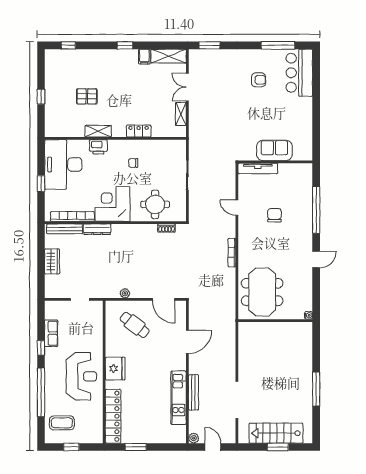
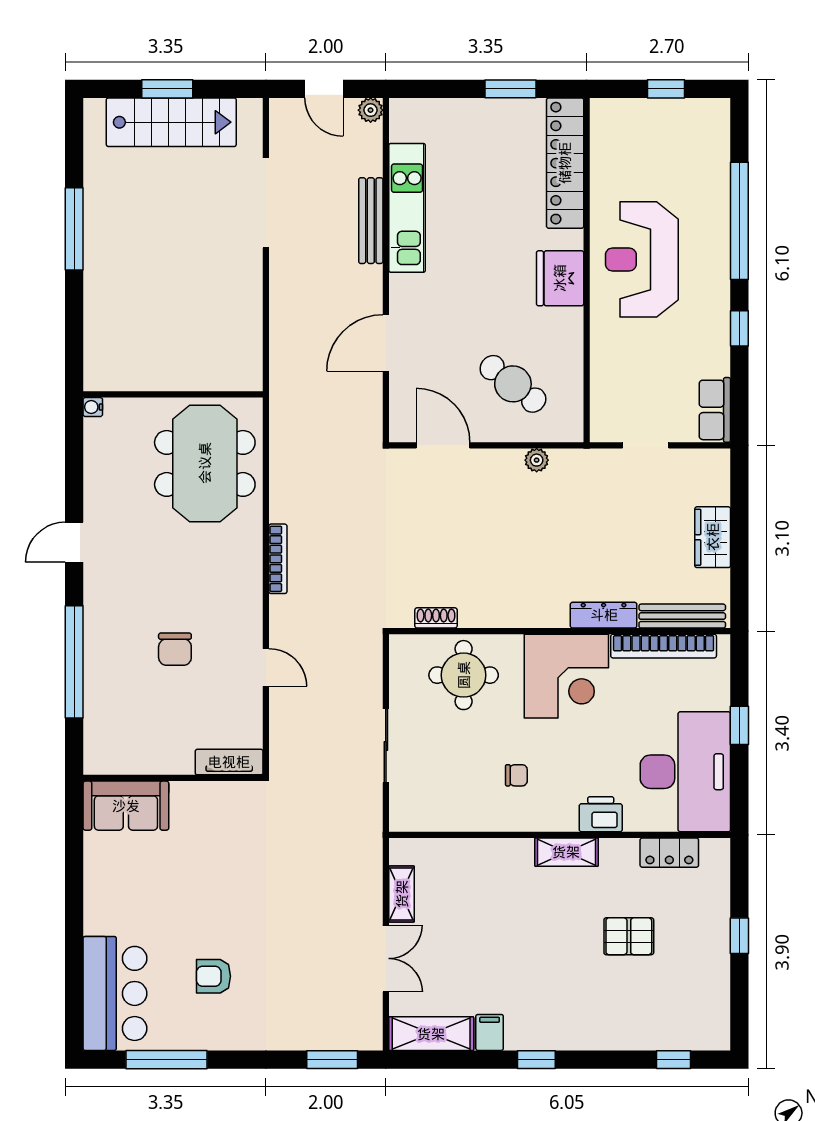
shelving: (98, 131) -> (566, 852), moved
locker: (139, 131) -> (669, 853), moved
sofa: (274, 150) -> (126, 806), moved
tv unit: (258, 168) -> (229, 762), width x0.71
row of seats: (51, 333) -> (715, 410), moved
coffee table: (62, 423) -> (689, 147), removed

